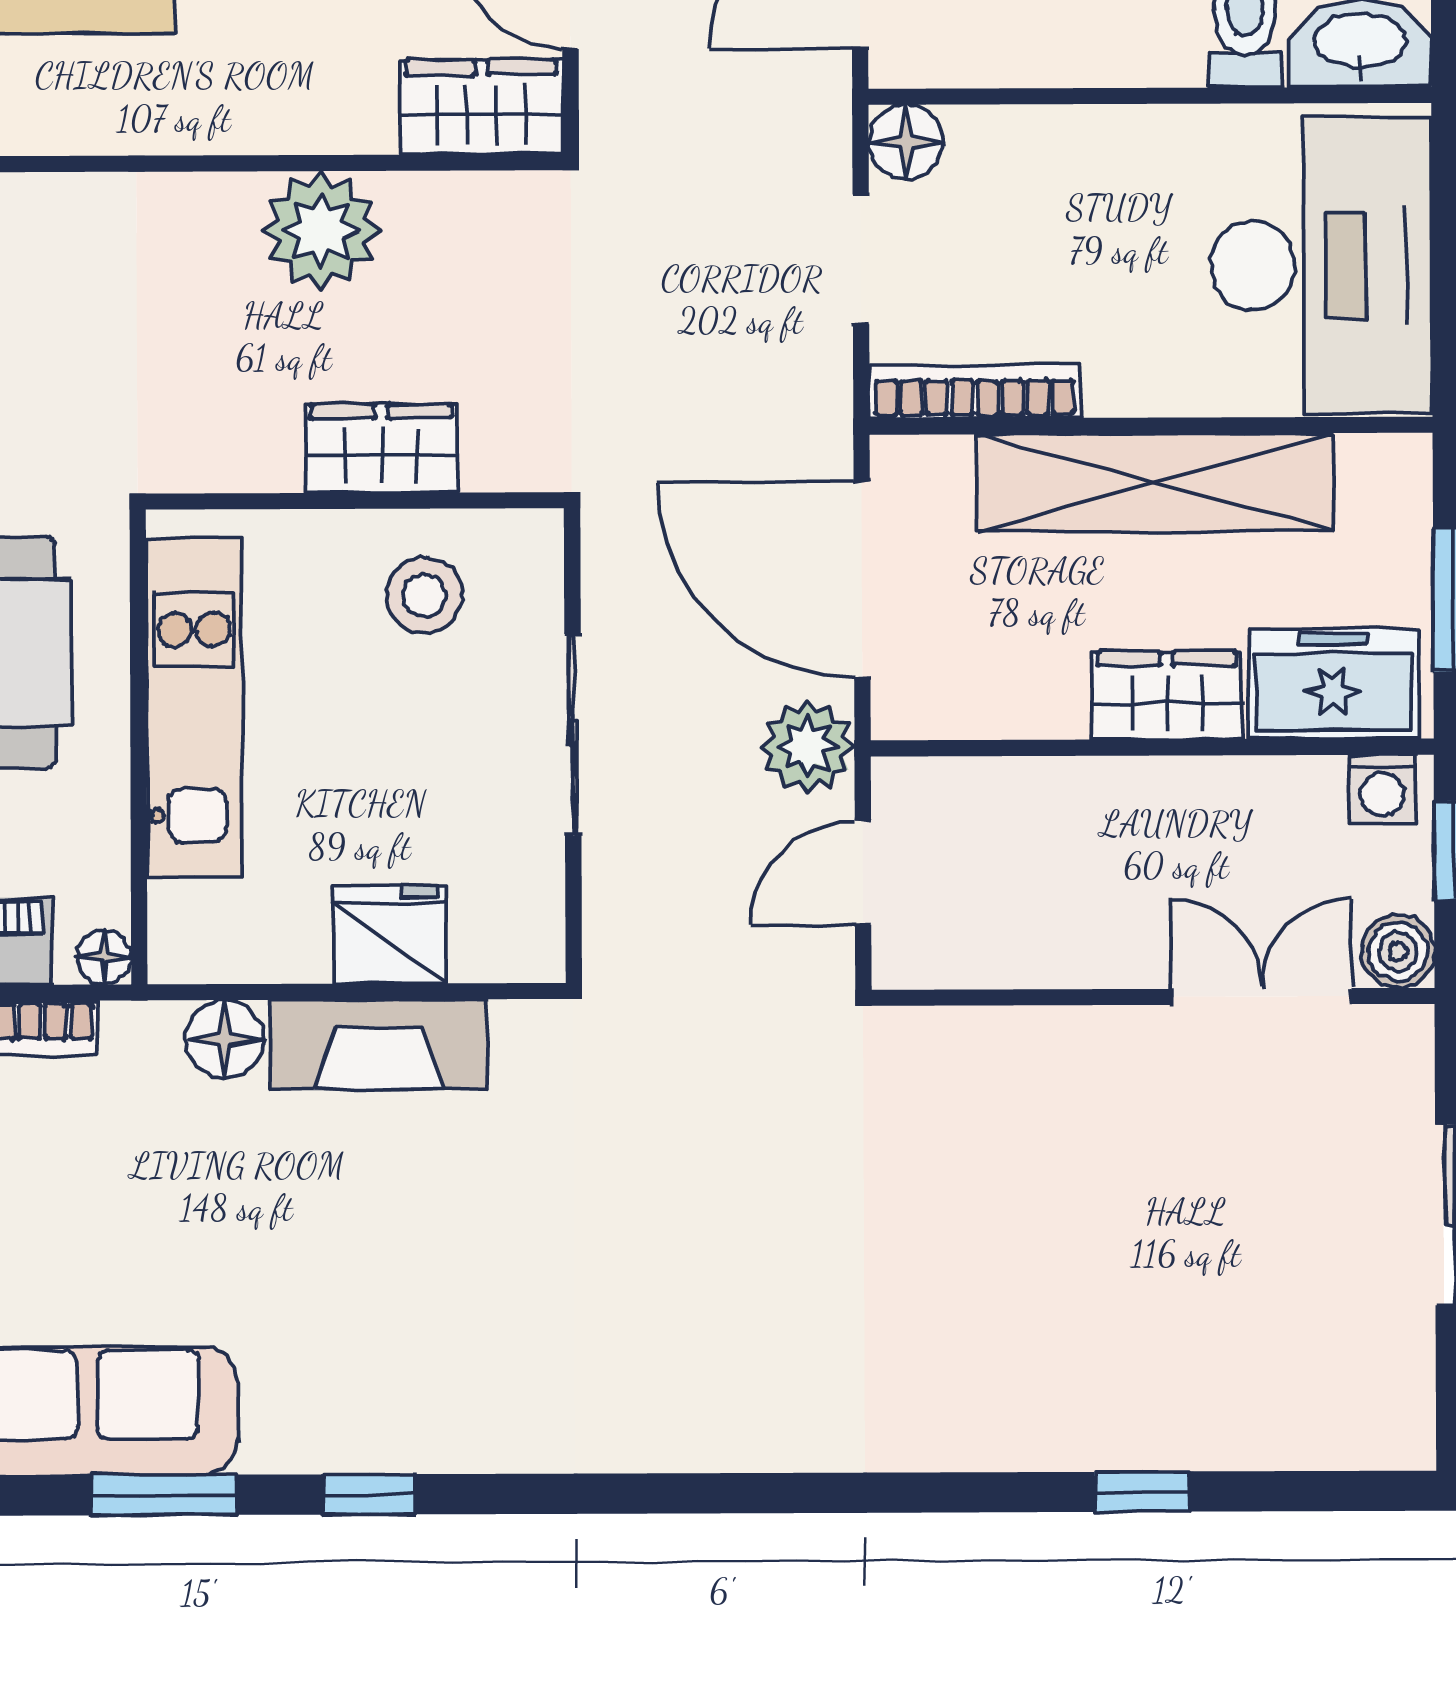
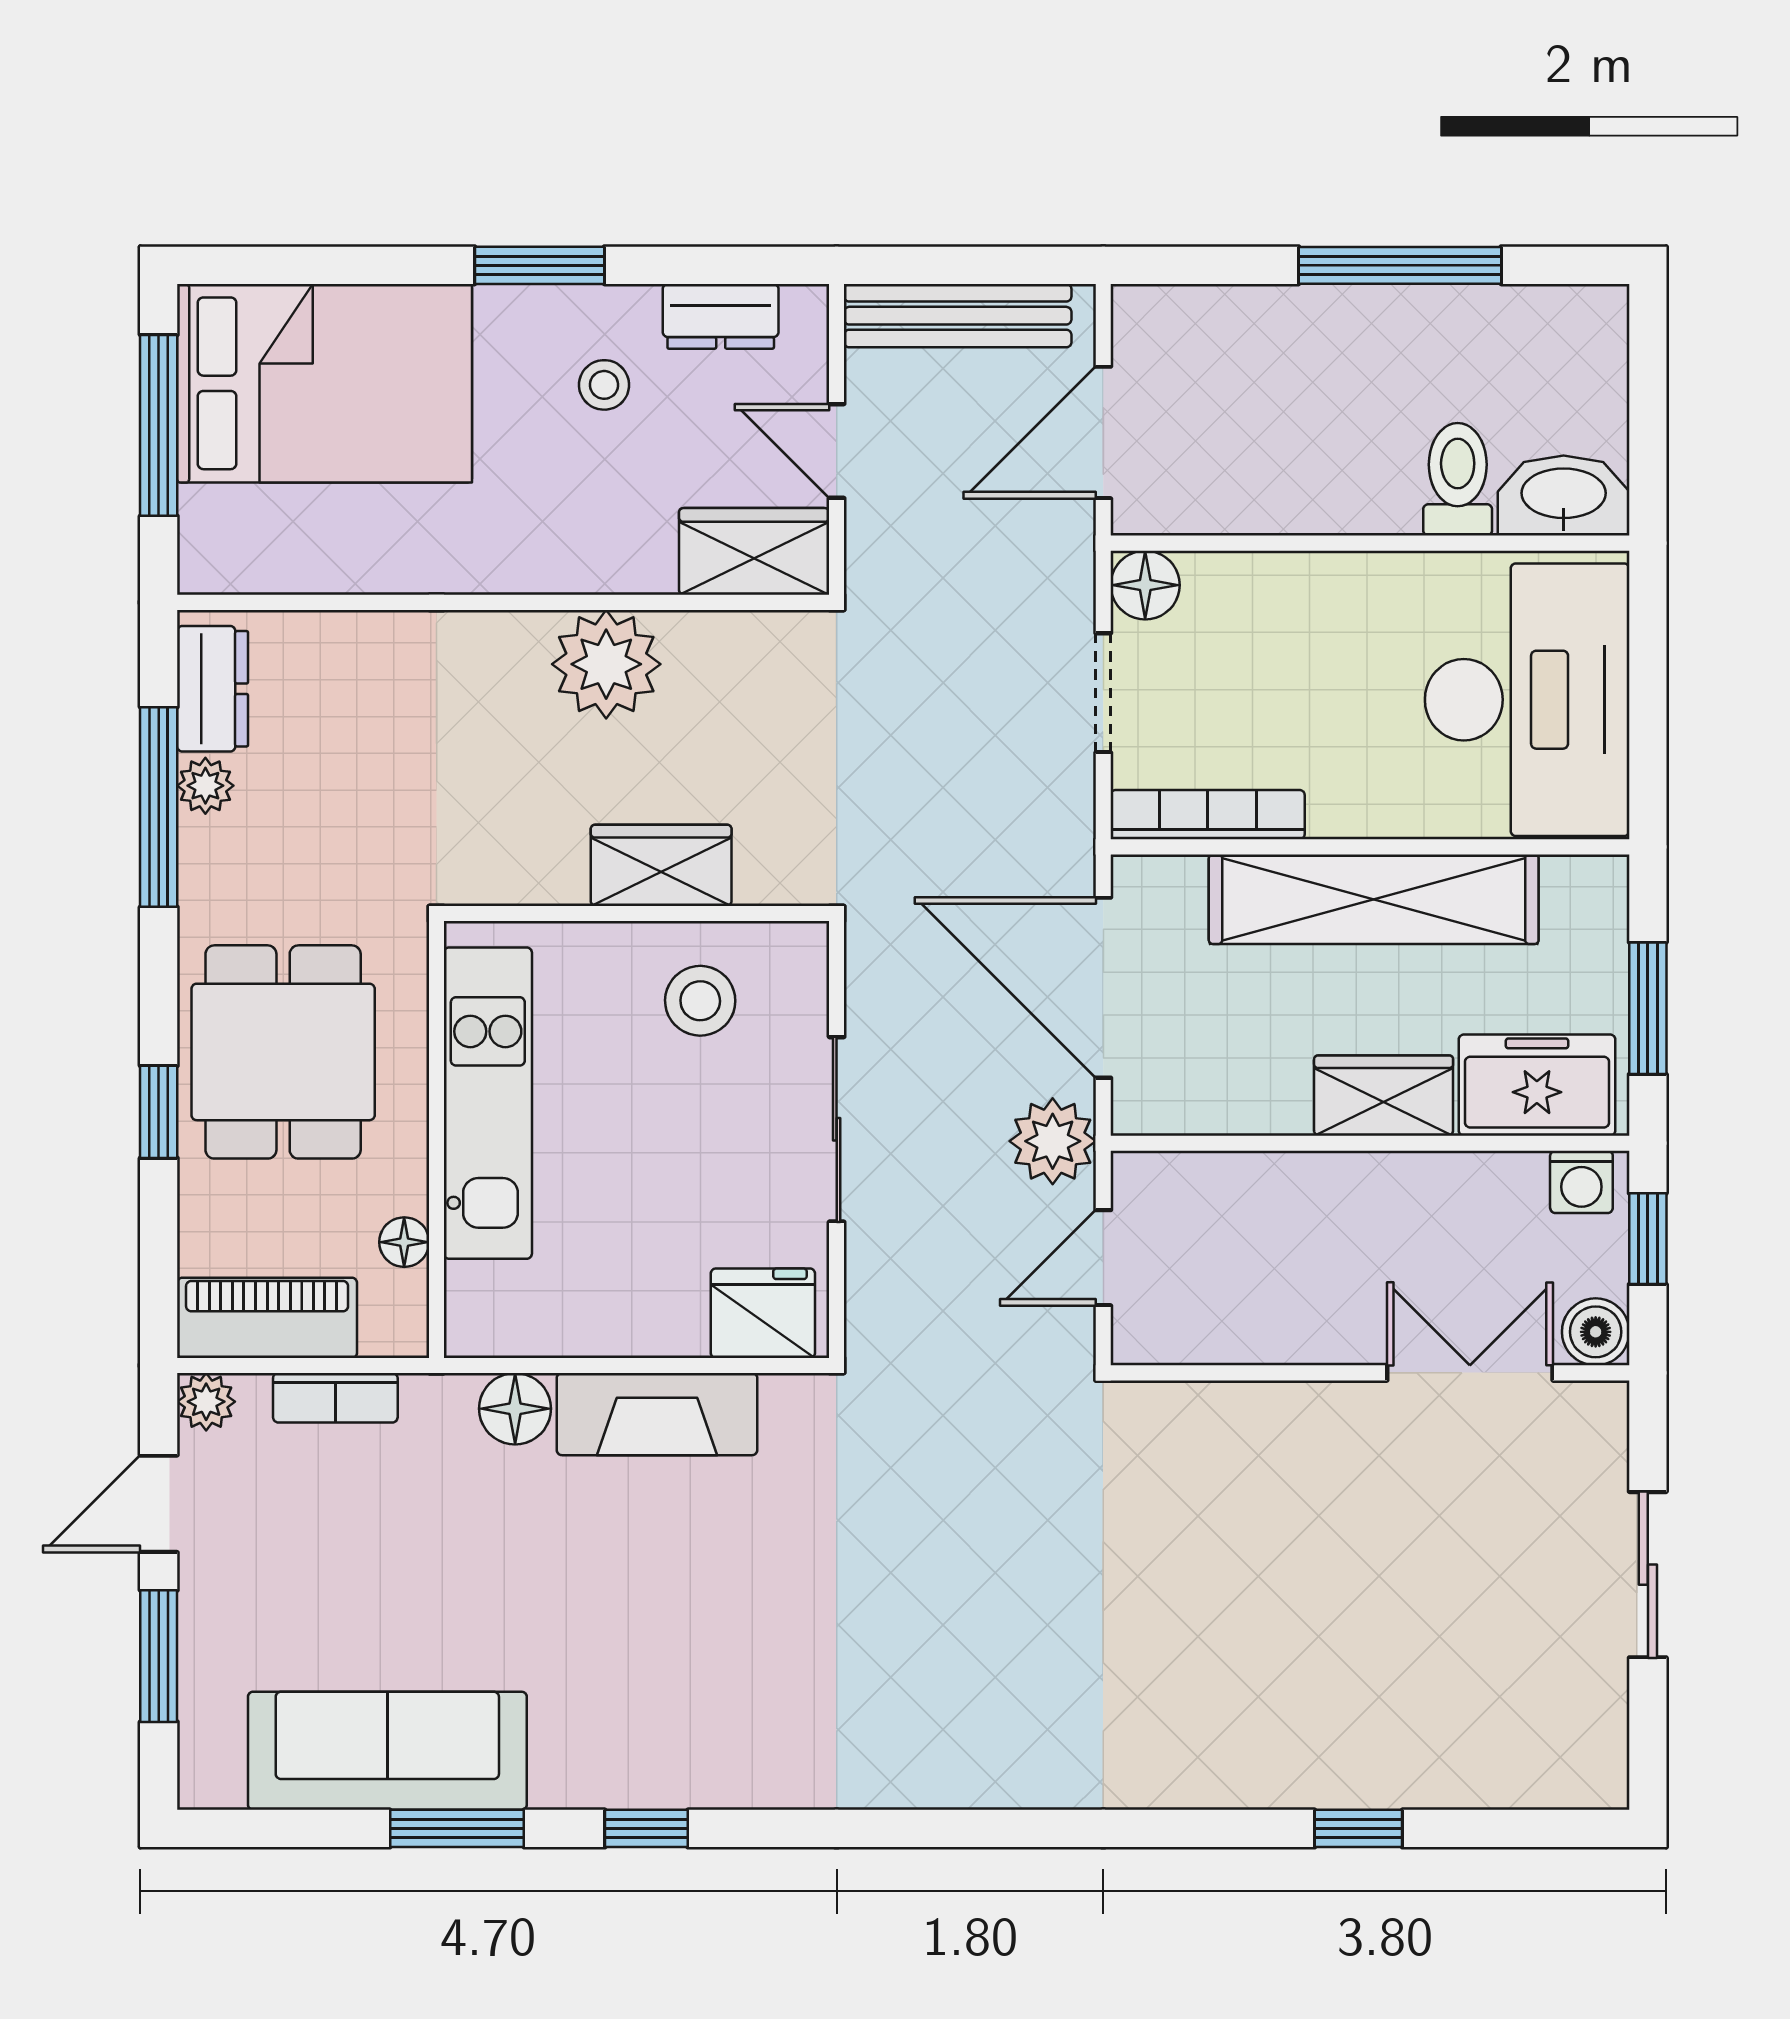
fridge: (390, 935) -> (763, 1313), moved
floor lamp: (104, 957) -> (404, 1242), moved

